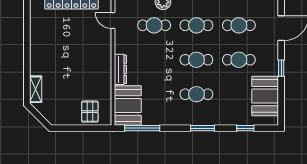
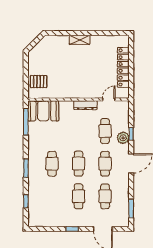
dresser: (120, 69) -> (85, 105), moved
shelving: (36, 89) -> (80, 40), moved
booth: (265, 96) -> (51, 217), removed

